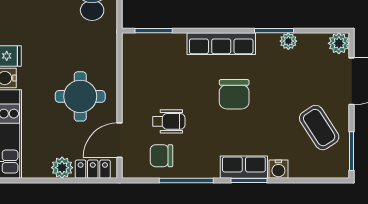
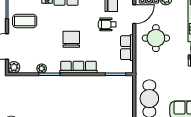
row of seats: (133, 79) -> (127, 48), added
coffee table: (319, 128) -> (25, 21), turned -57

